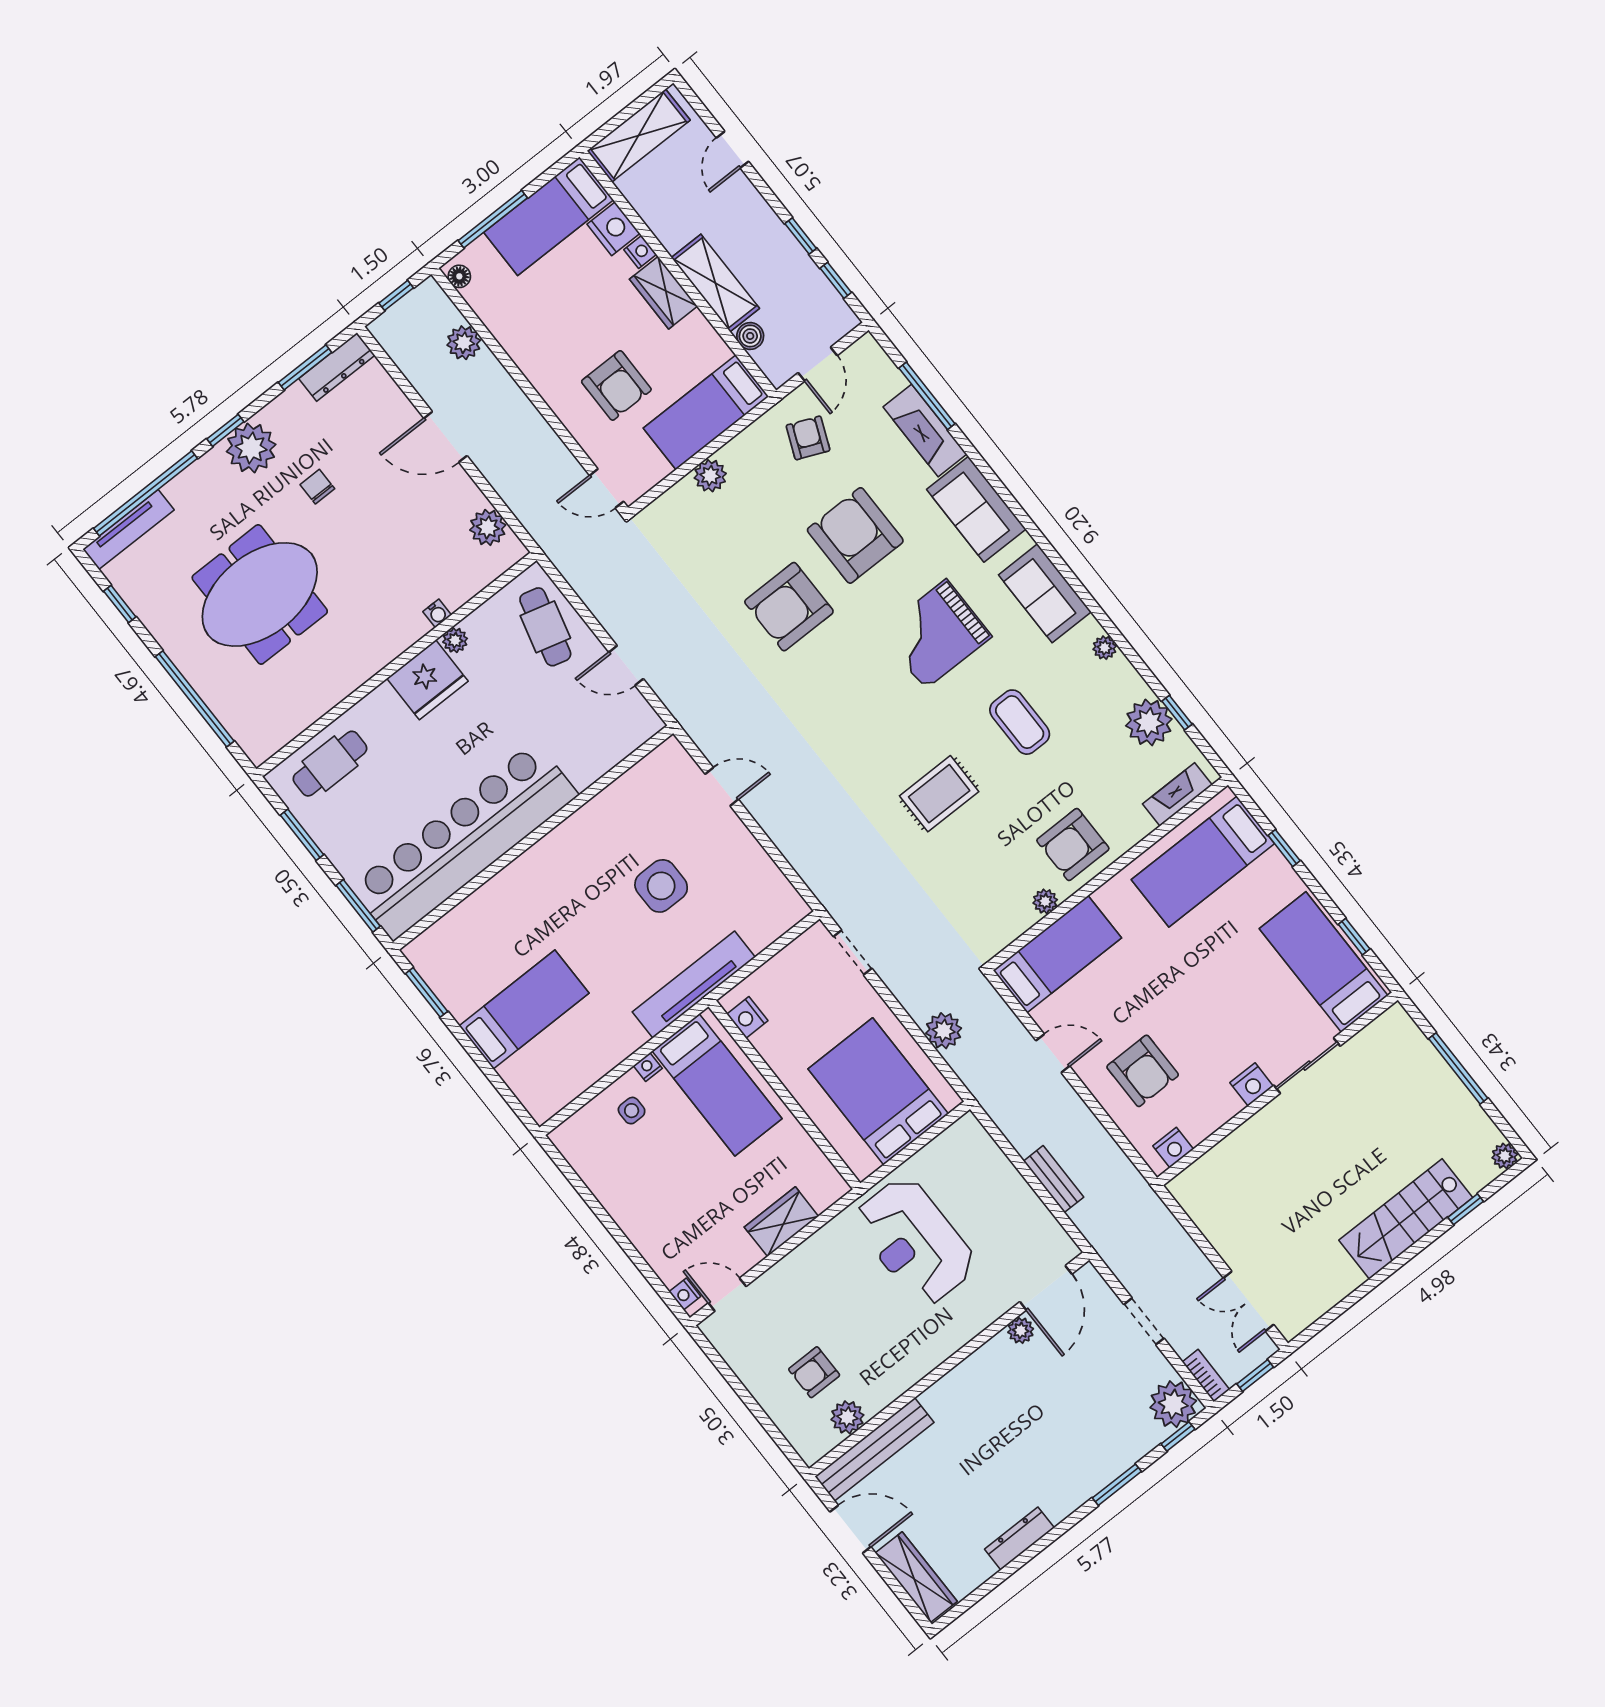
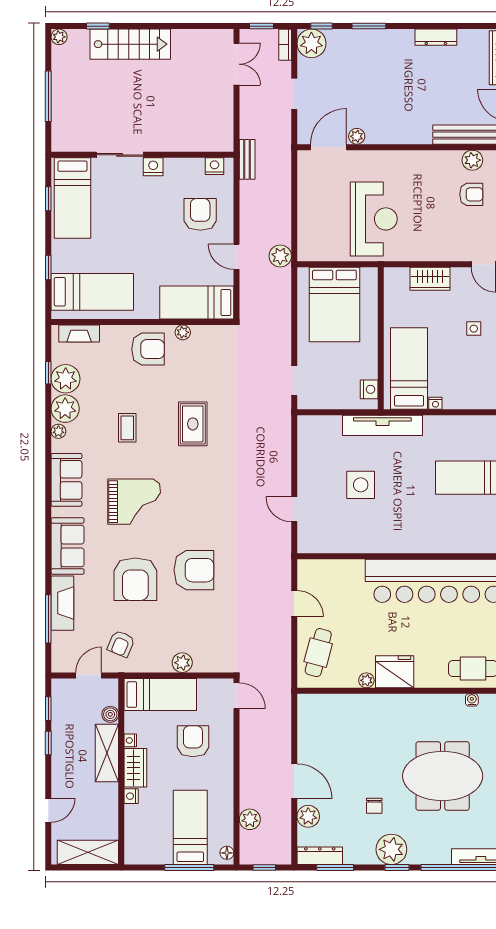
bed: (549, 216) -> (190, 827), moved, turned -90
nightstand: (613, 229) -> (130, 740), moved, width x0.53, depth x0.56
plant: (488, 527) -> (308, 816), moved
water cooler: (437, 613) -> (472, 700), moved
plant: (1119, 684) -> (65, 409), added
coffee table: (1020, 722) -> (127, 428), width x0.73, depth x0.77
rug: (939, 794) -> (193, 424), turned 90
plant: (944, 1031) -> (280, 256), moved
side table: (632, 1111) -> (474, 329), moved
bench: (1054, 1179) -> (247, 159), moved

